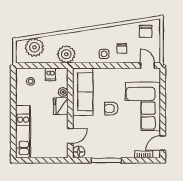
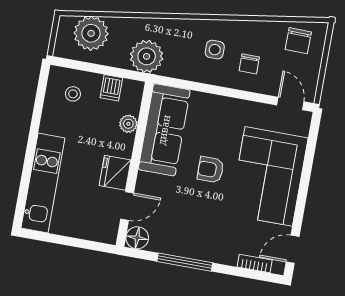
side table: (104, 54) -> (215, 50), moved
fridge: (61, 106) -> (115, 173), moved

